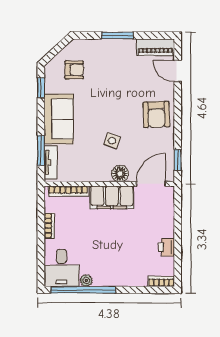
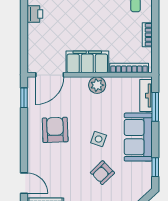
armchair: (74, 70) -> (102, 173), moved, turned -44
armchair: (156, 114) -> (55, 130), moved
side table: (112, 141) -> (99, 139), moved
plant: (102, 173) -> (97, 85), added
floor lamp: (120, 174) -> (79, 85), removed

